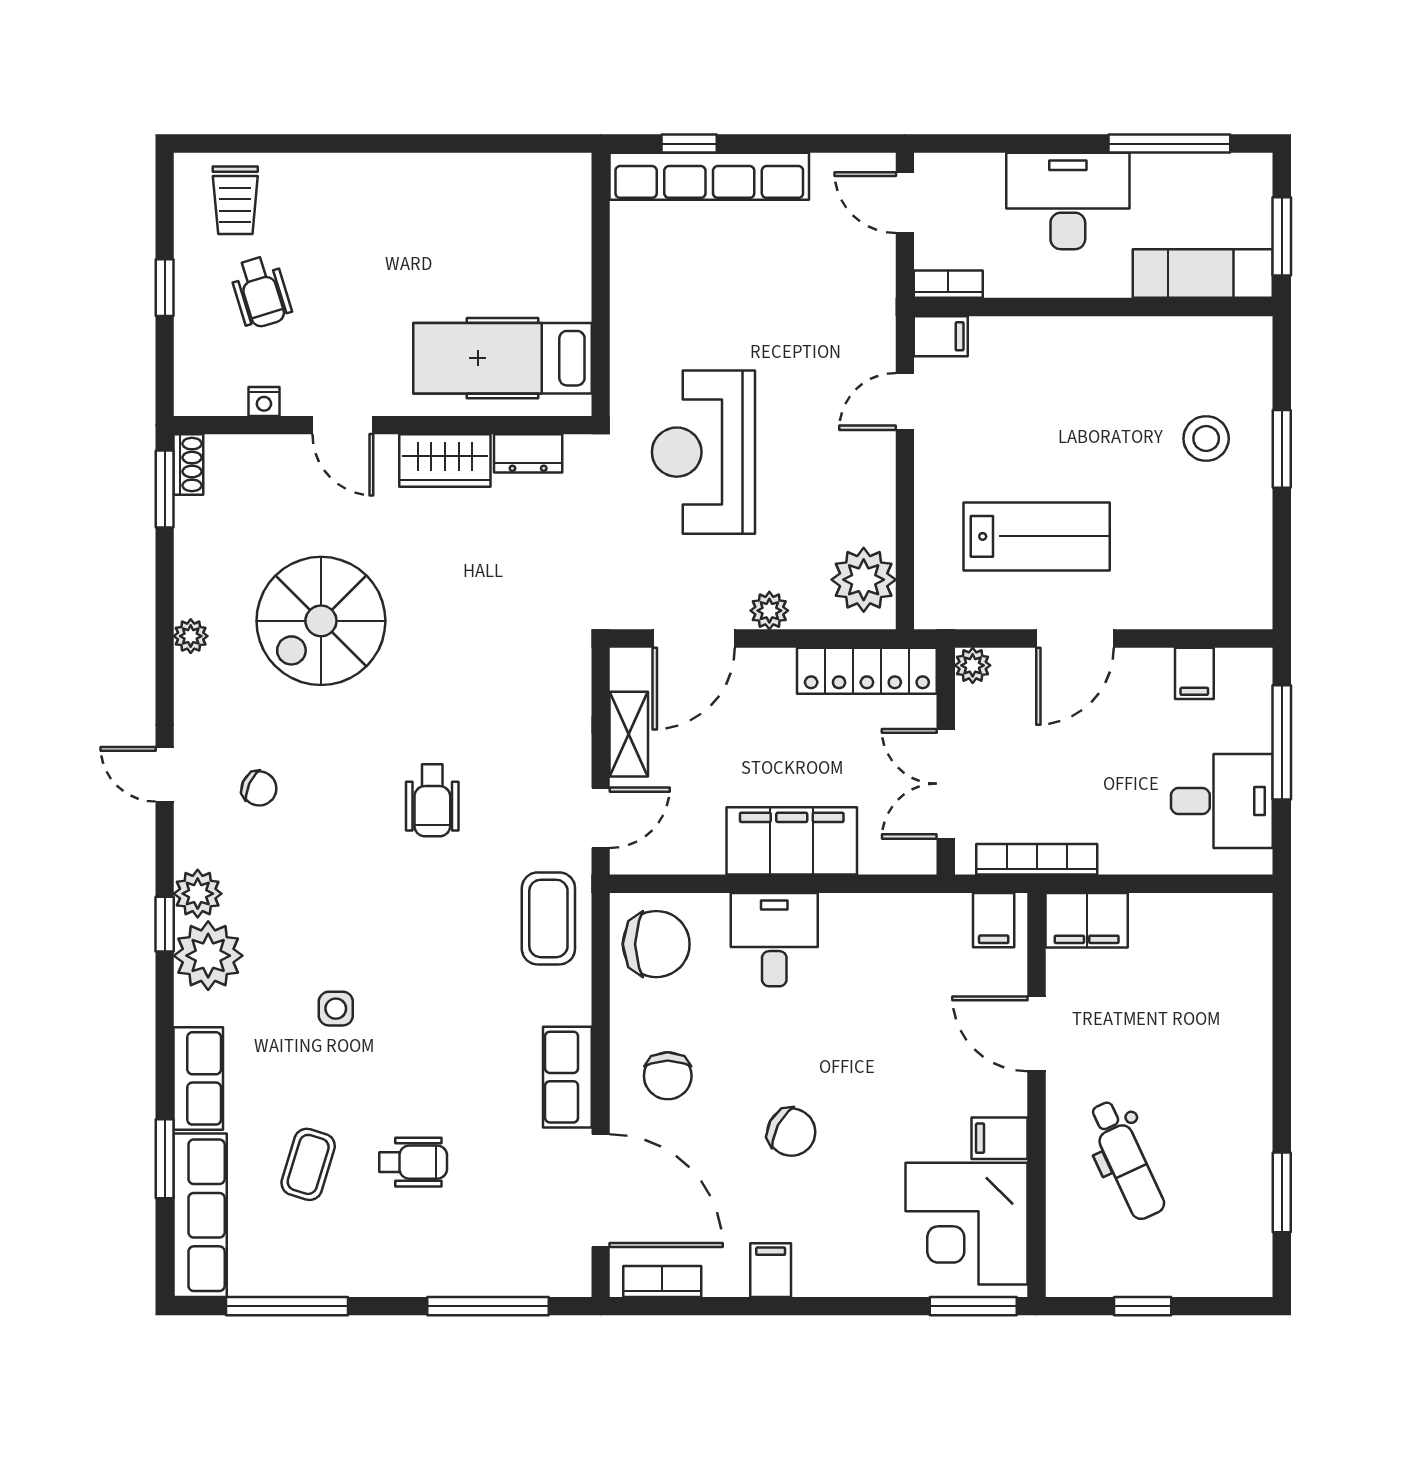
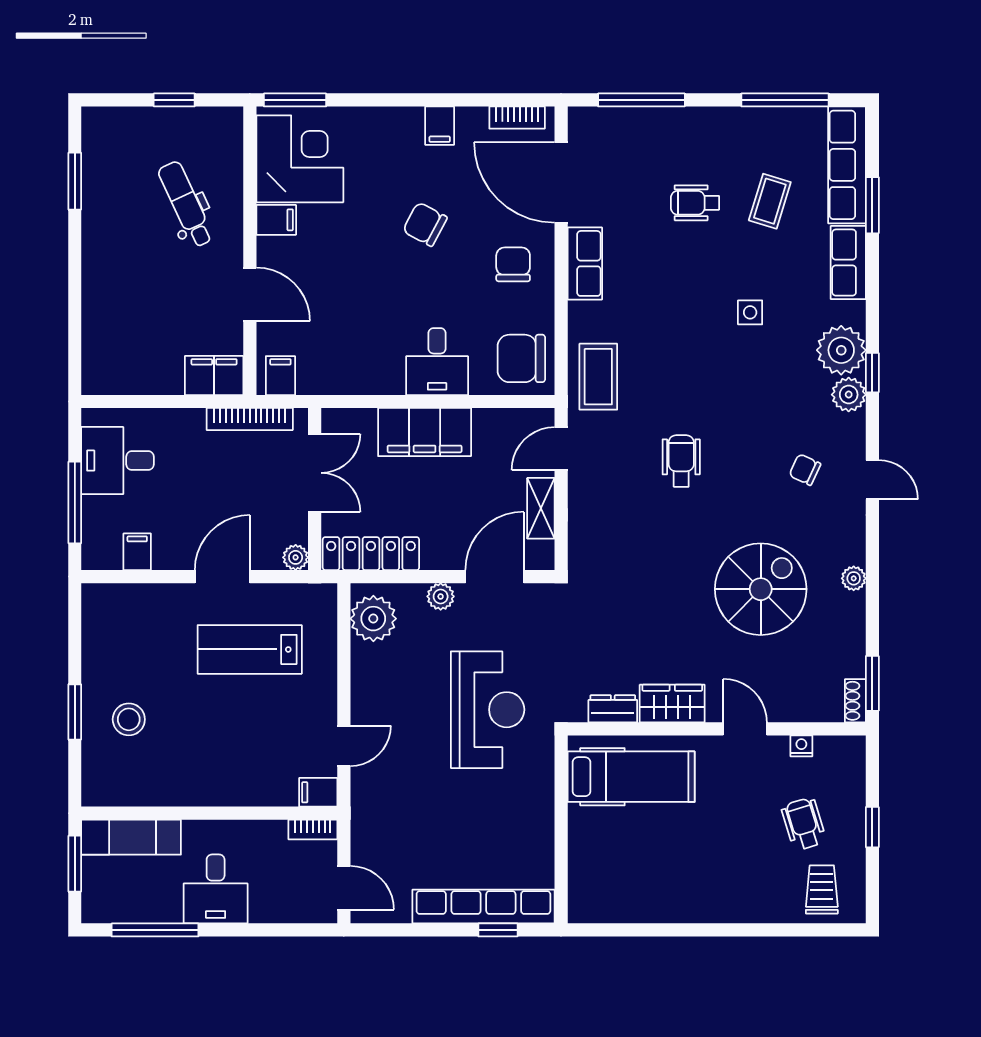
desk: (1068, 201) -> (216, 889), width x0.73

